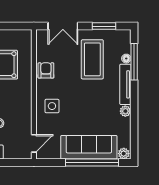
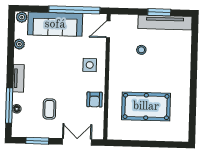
coffee table: (92, 59) -> (49, 109), width x0.54, depth x0.58
tv unit: (125, 84) -> (18, 78), width x0.71
plant: (125, 111) -> (19, 44), moved
window: (92, 163) -> (74, 10), moved

